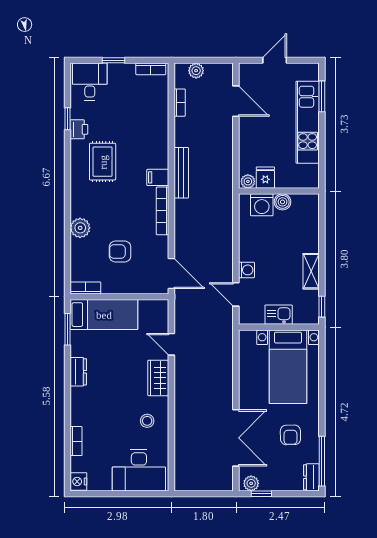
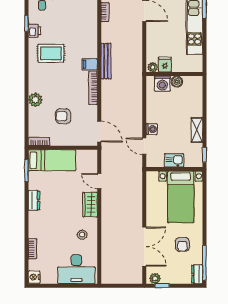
rug: (103, 162) -> (51, 53), turned 90

